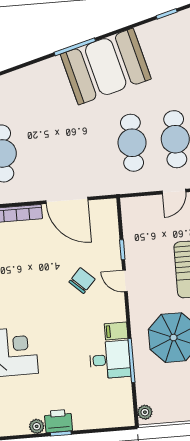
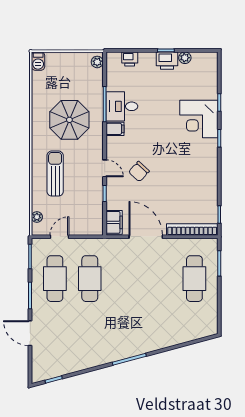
booth: (106, 67) -> (106, 341), removed
filing cabinet: (108, 215) -> (114, 222), added
printer: (105, 419) -> (130, 59), added

